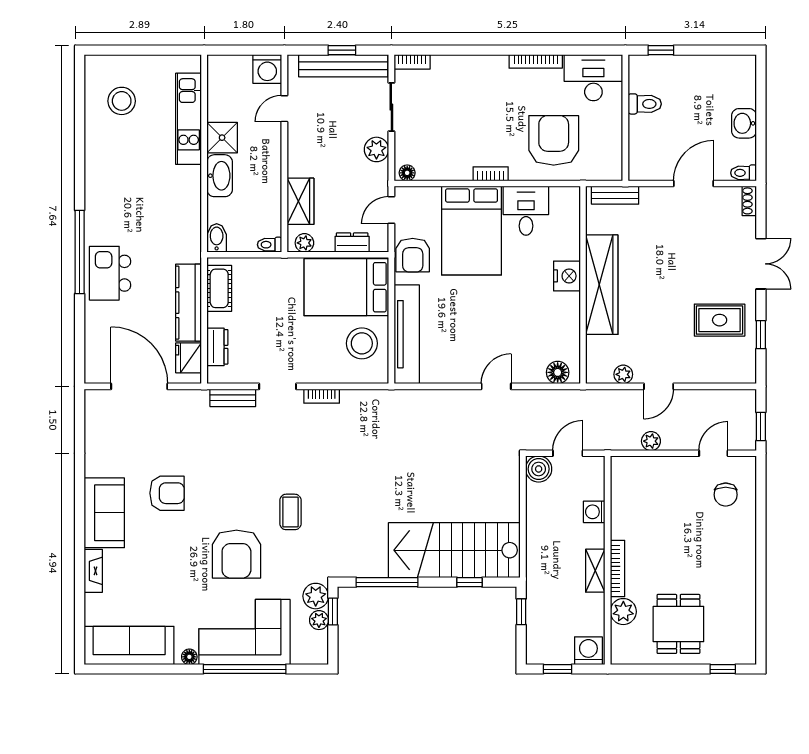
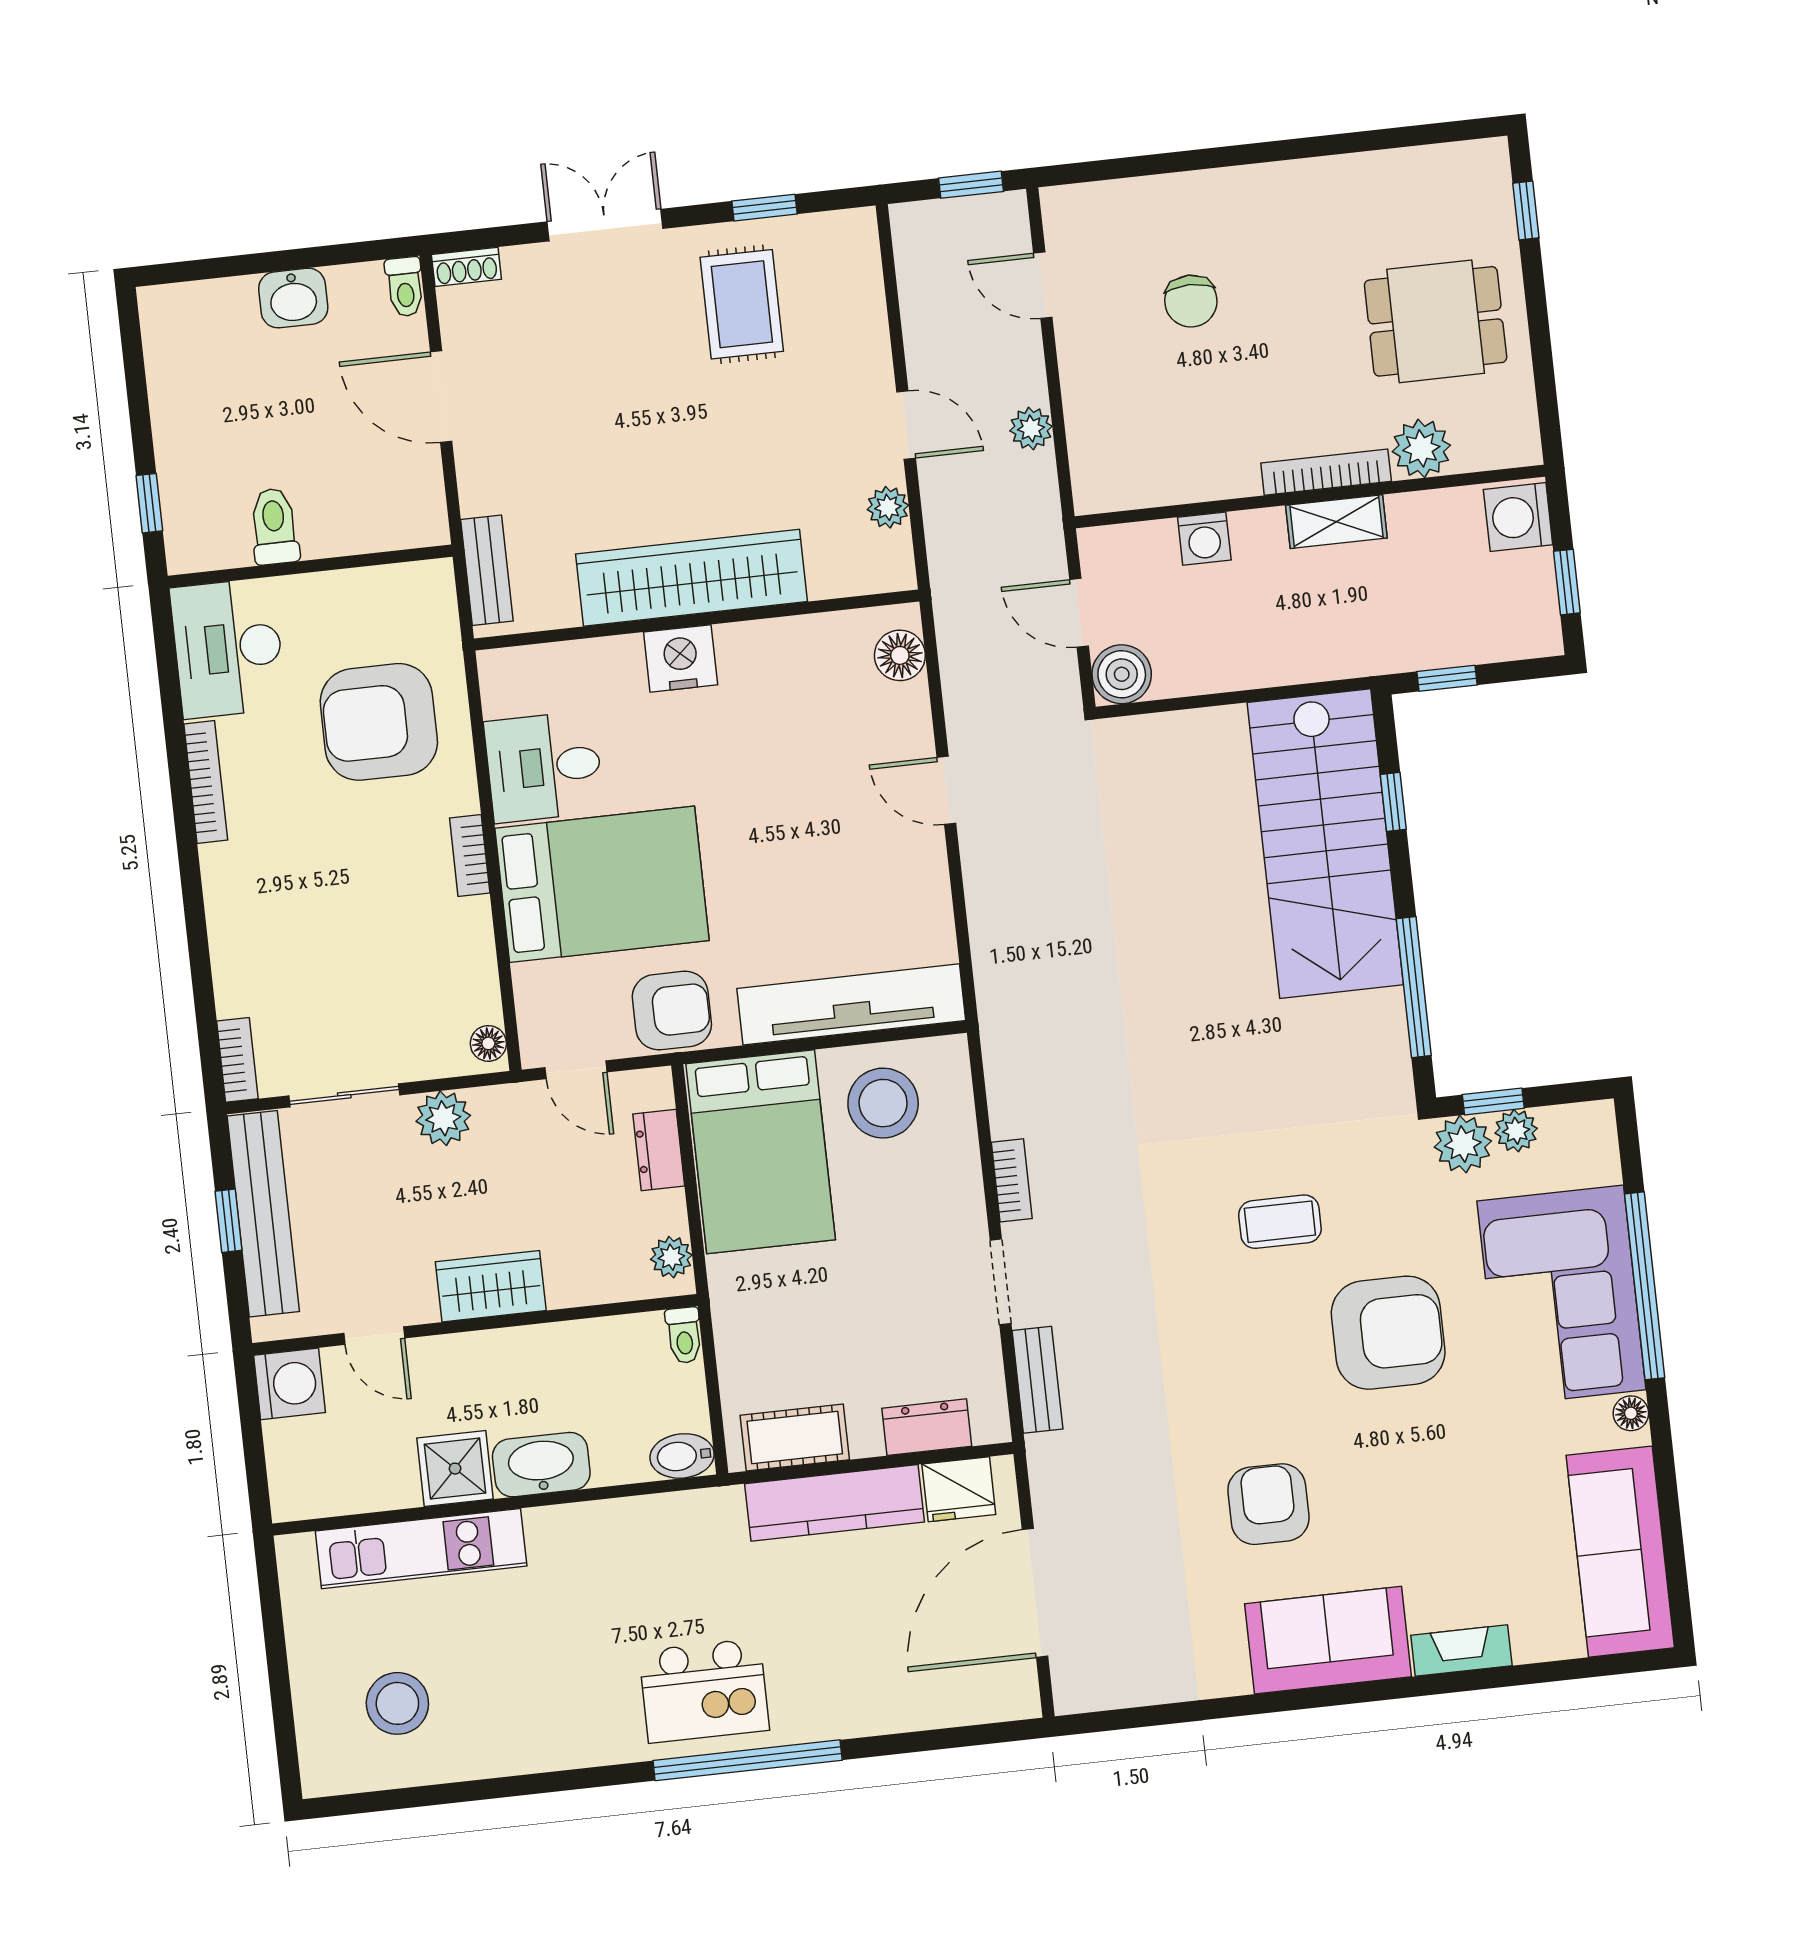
wardrobe: (300, 201) -> (491, 1286), moved
kitchen island: (110, 273) -> (704, 1691), moved
chair: (726, 495) -> (1191, 301), moved, turned 90

